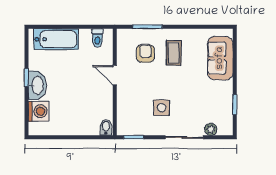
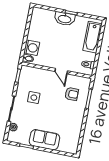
coffee table: (174, 53) -> (68, 113), removed
sofa: (220, 58) -> (44, 140), moved
door: (115, 75) -> (61, 71), swing flipped
washing machine: (38, 111) -> (32, 48), moved, turned -90

